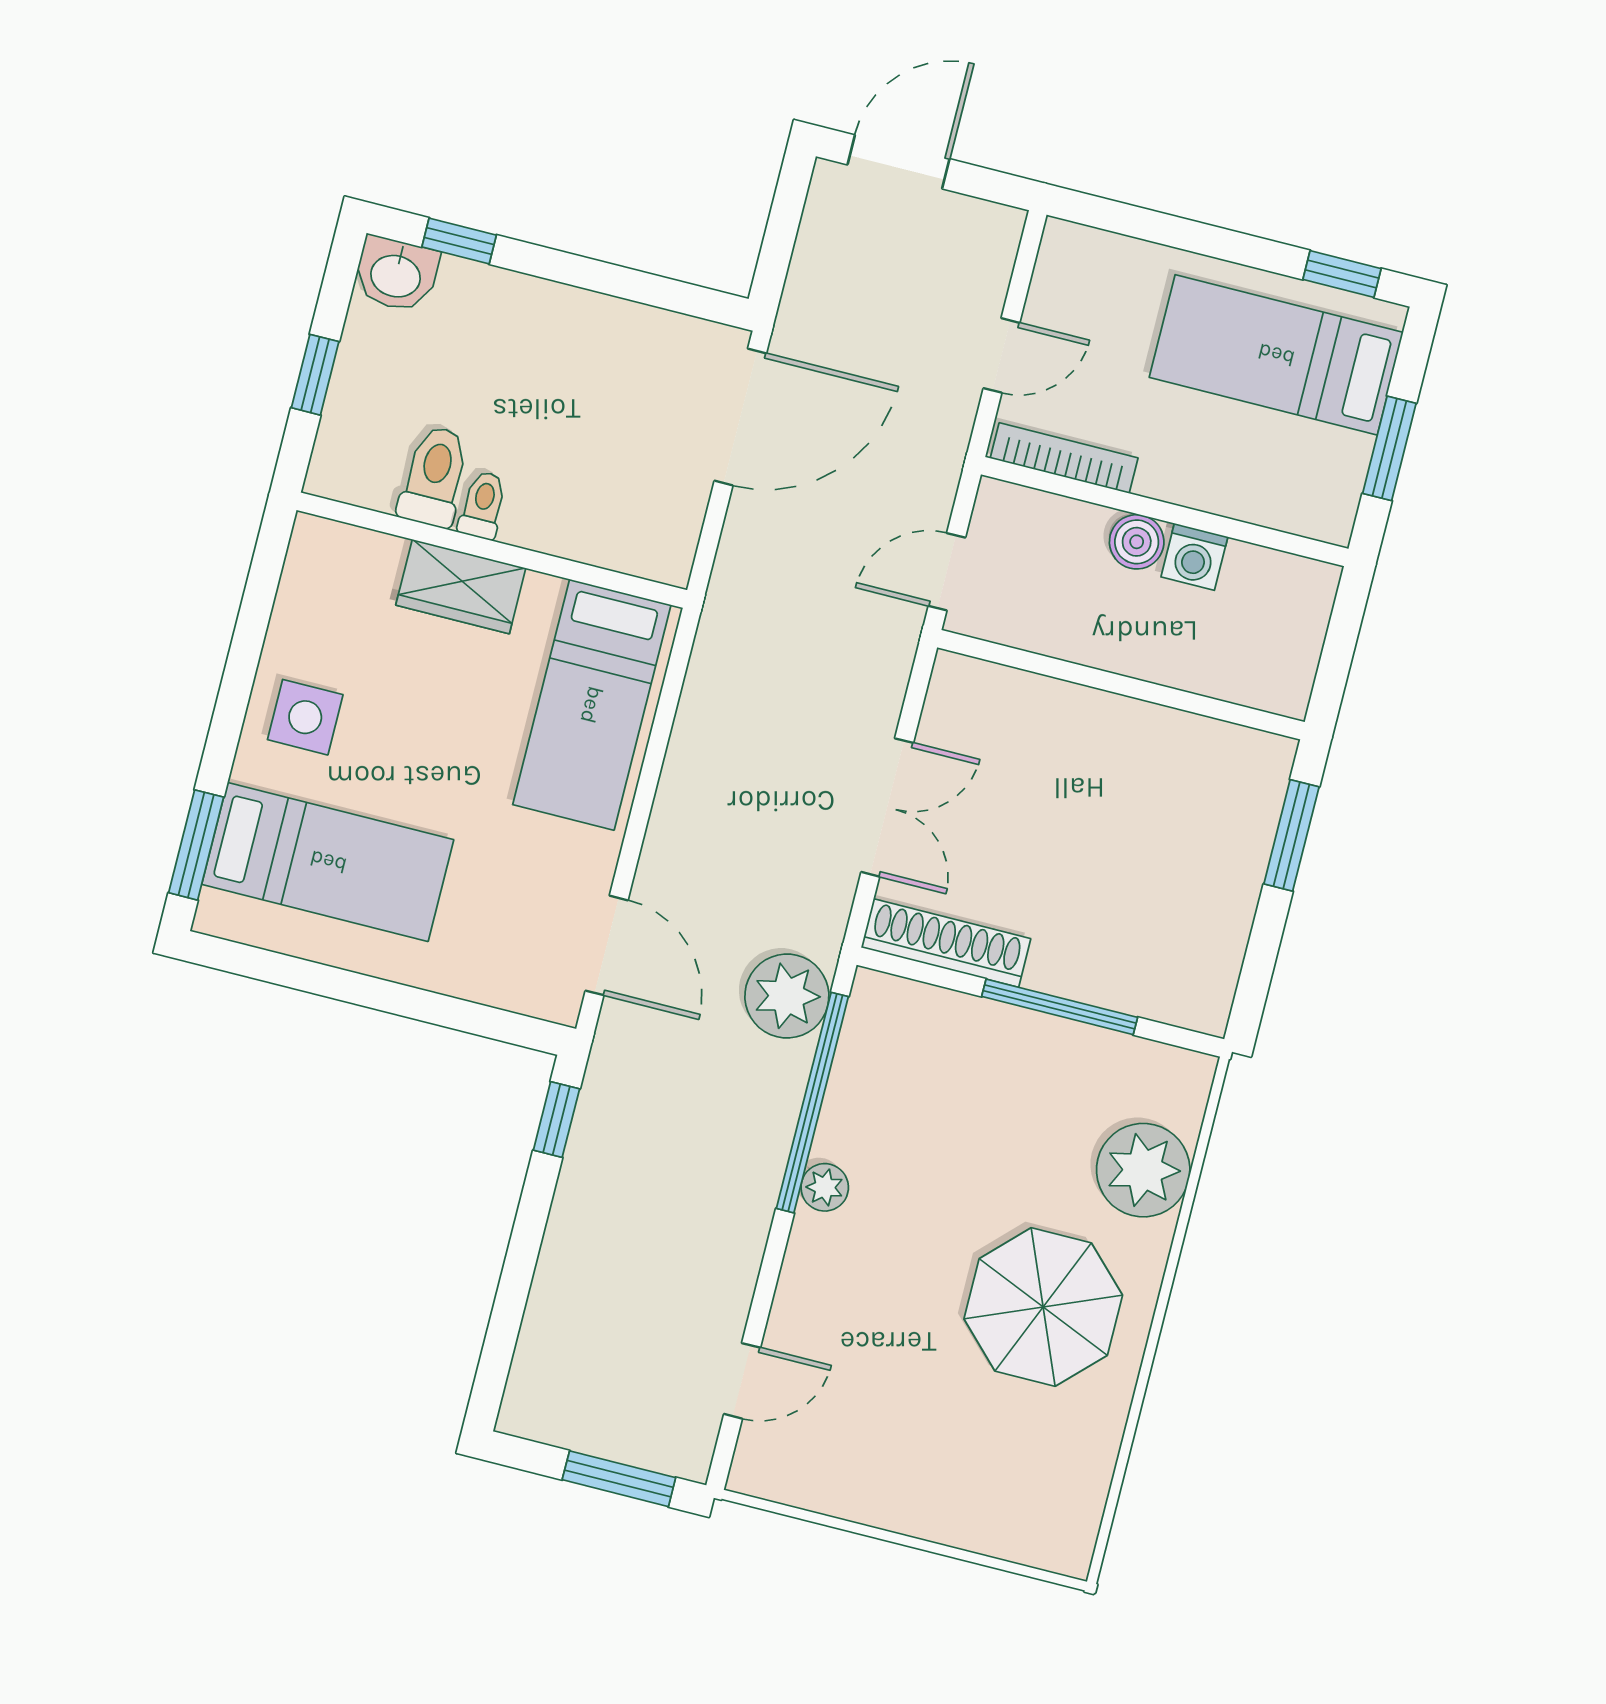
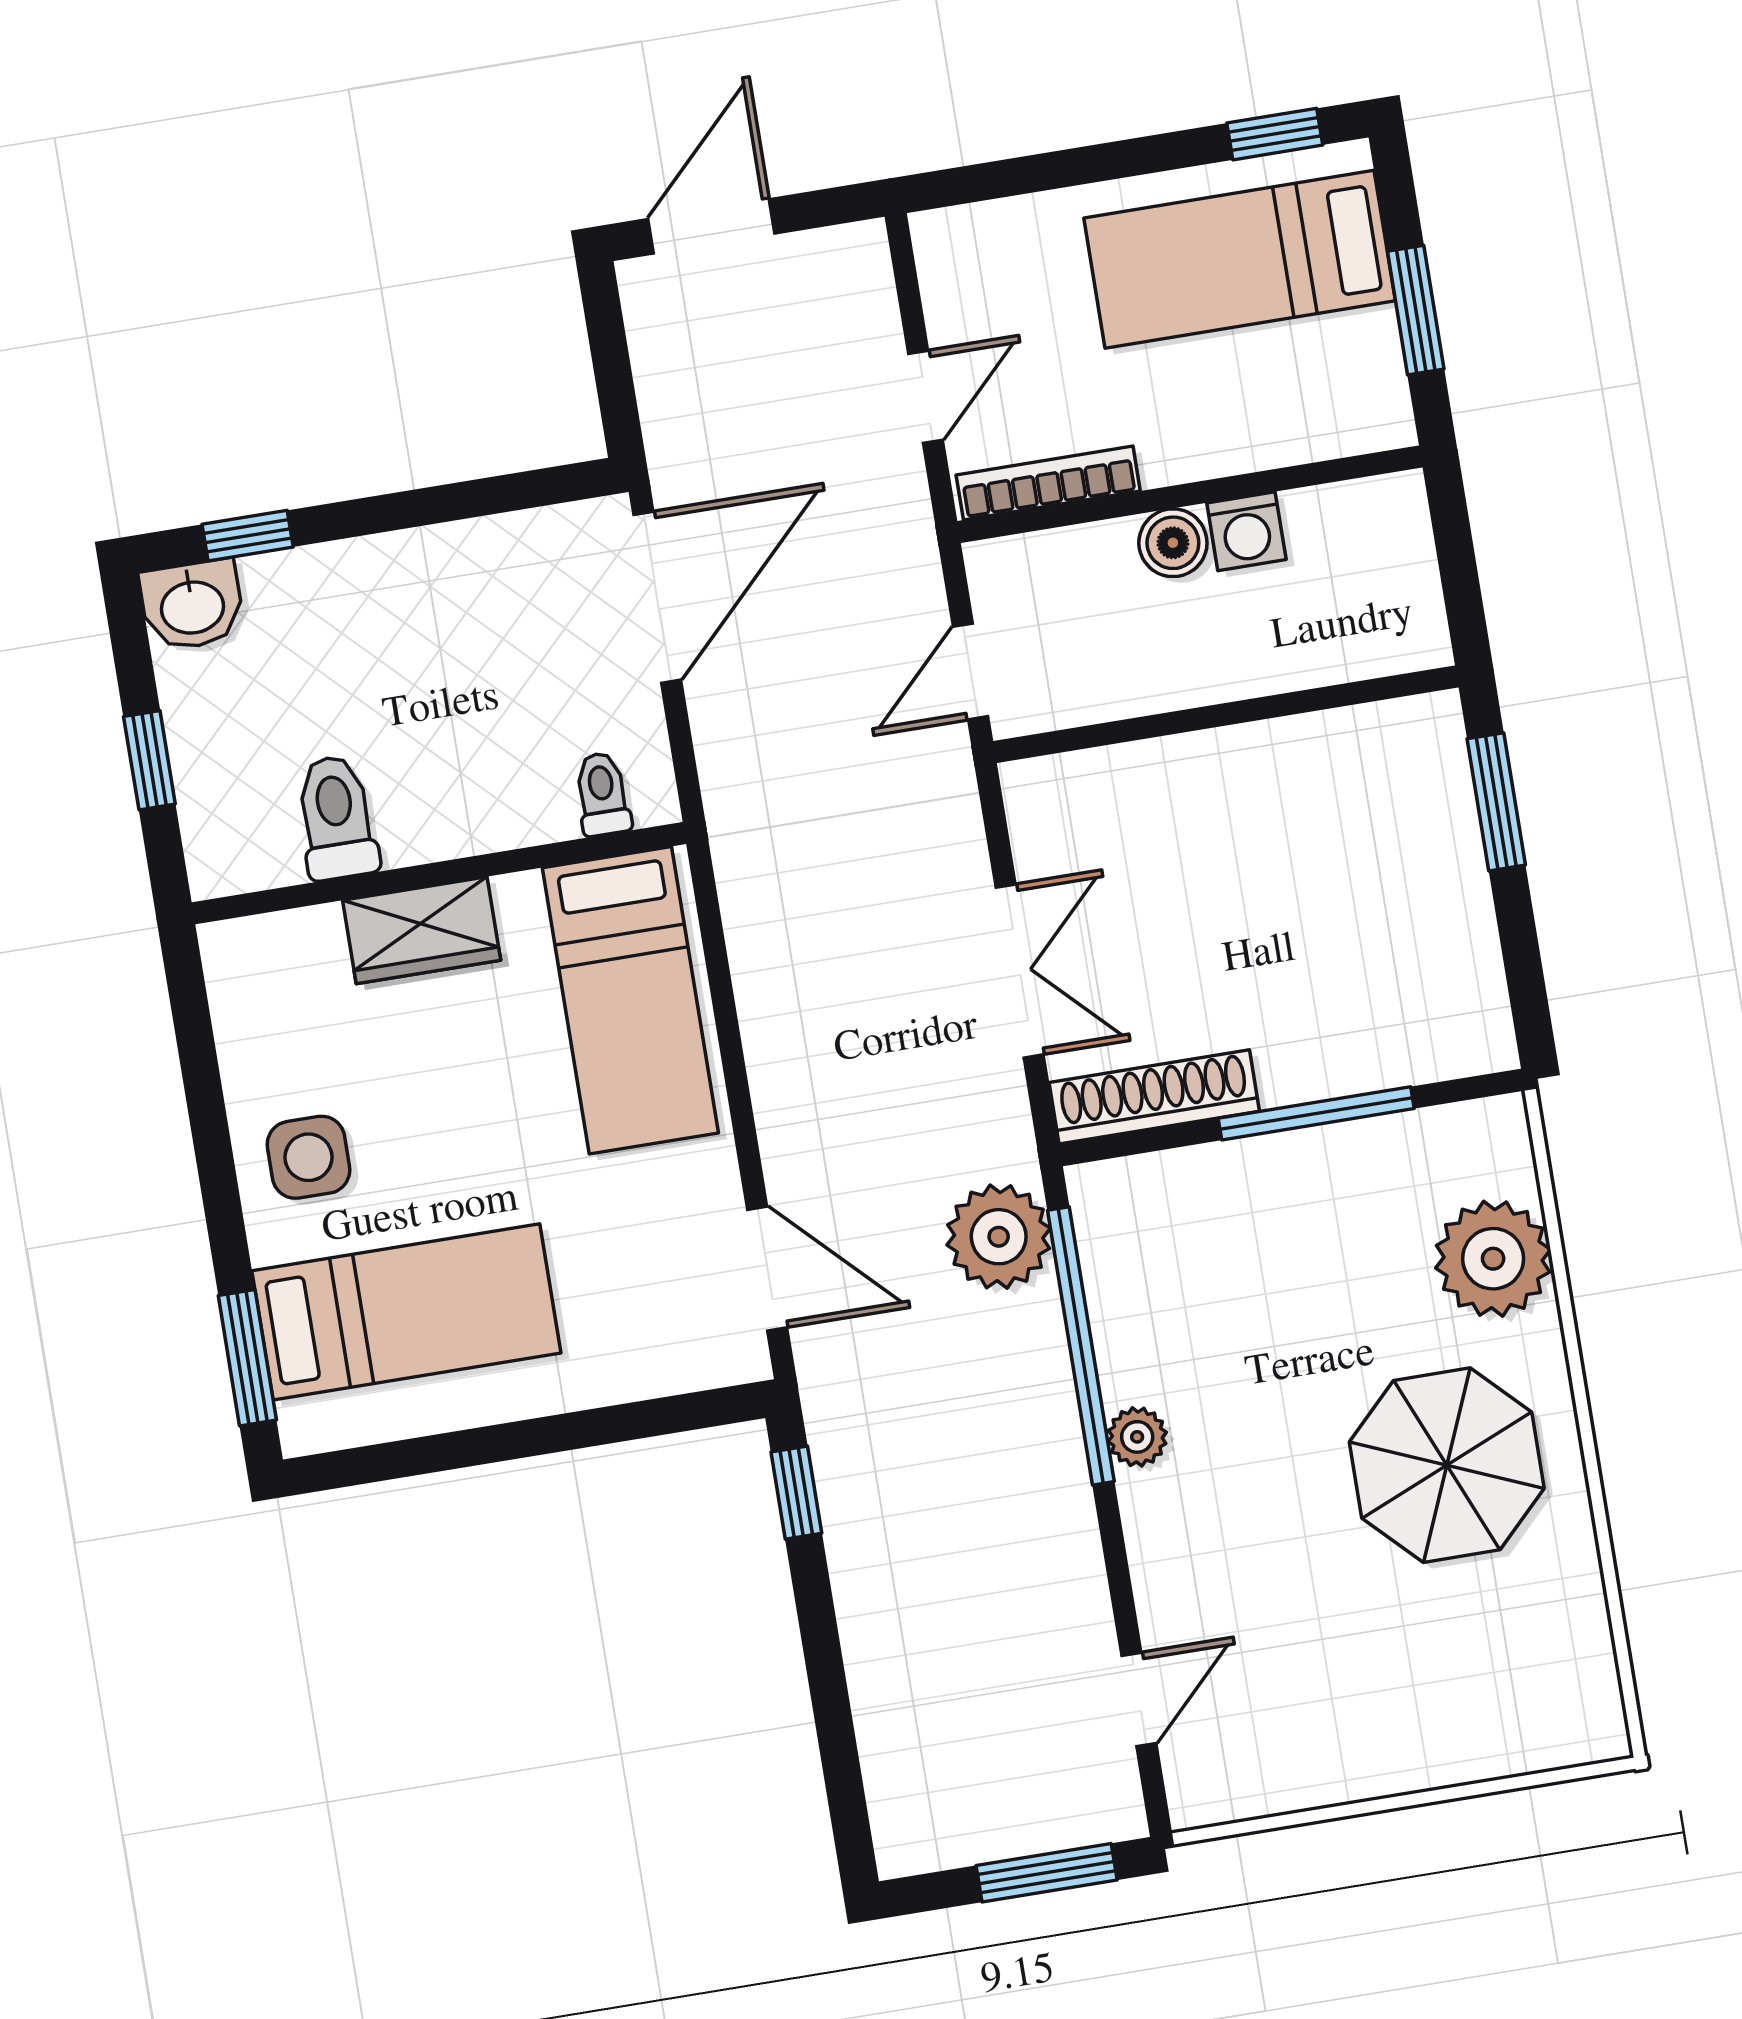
toilet: (483, 505) -> (602, 794), moved

